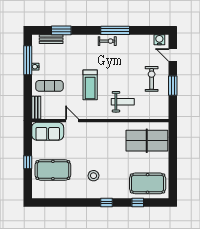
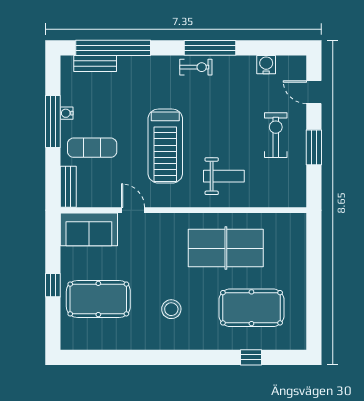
window: (61, 30) -> (113, 48), width x2.11
water cooler: (159, 40) -> (266, 65), moved
window: (28, 60) -> (53, 121), moved
treadmill: (90, 85) -> (165, 146), width x1.37, depth x1.38
table tennis table: (147, 141) -> (226, 248), moved
pool table: (148, 183) -> (251, 308), moved
window: (106, 203) -> (195, 357), removed

